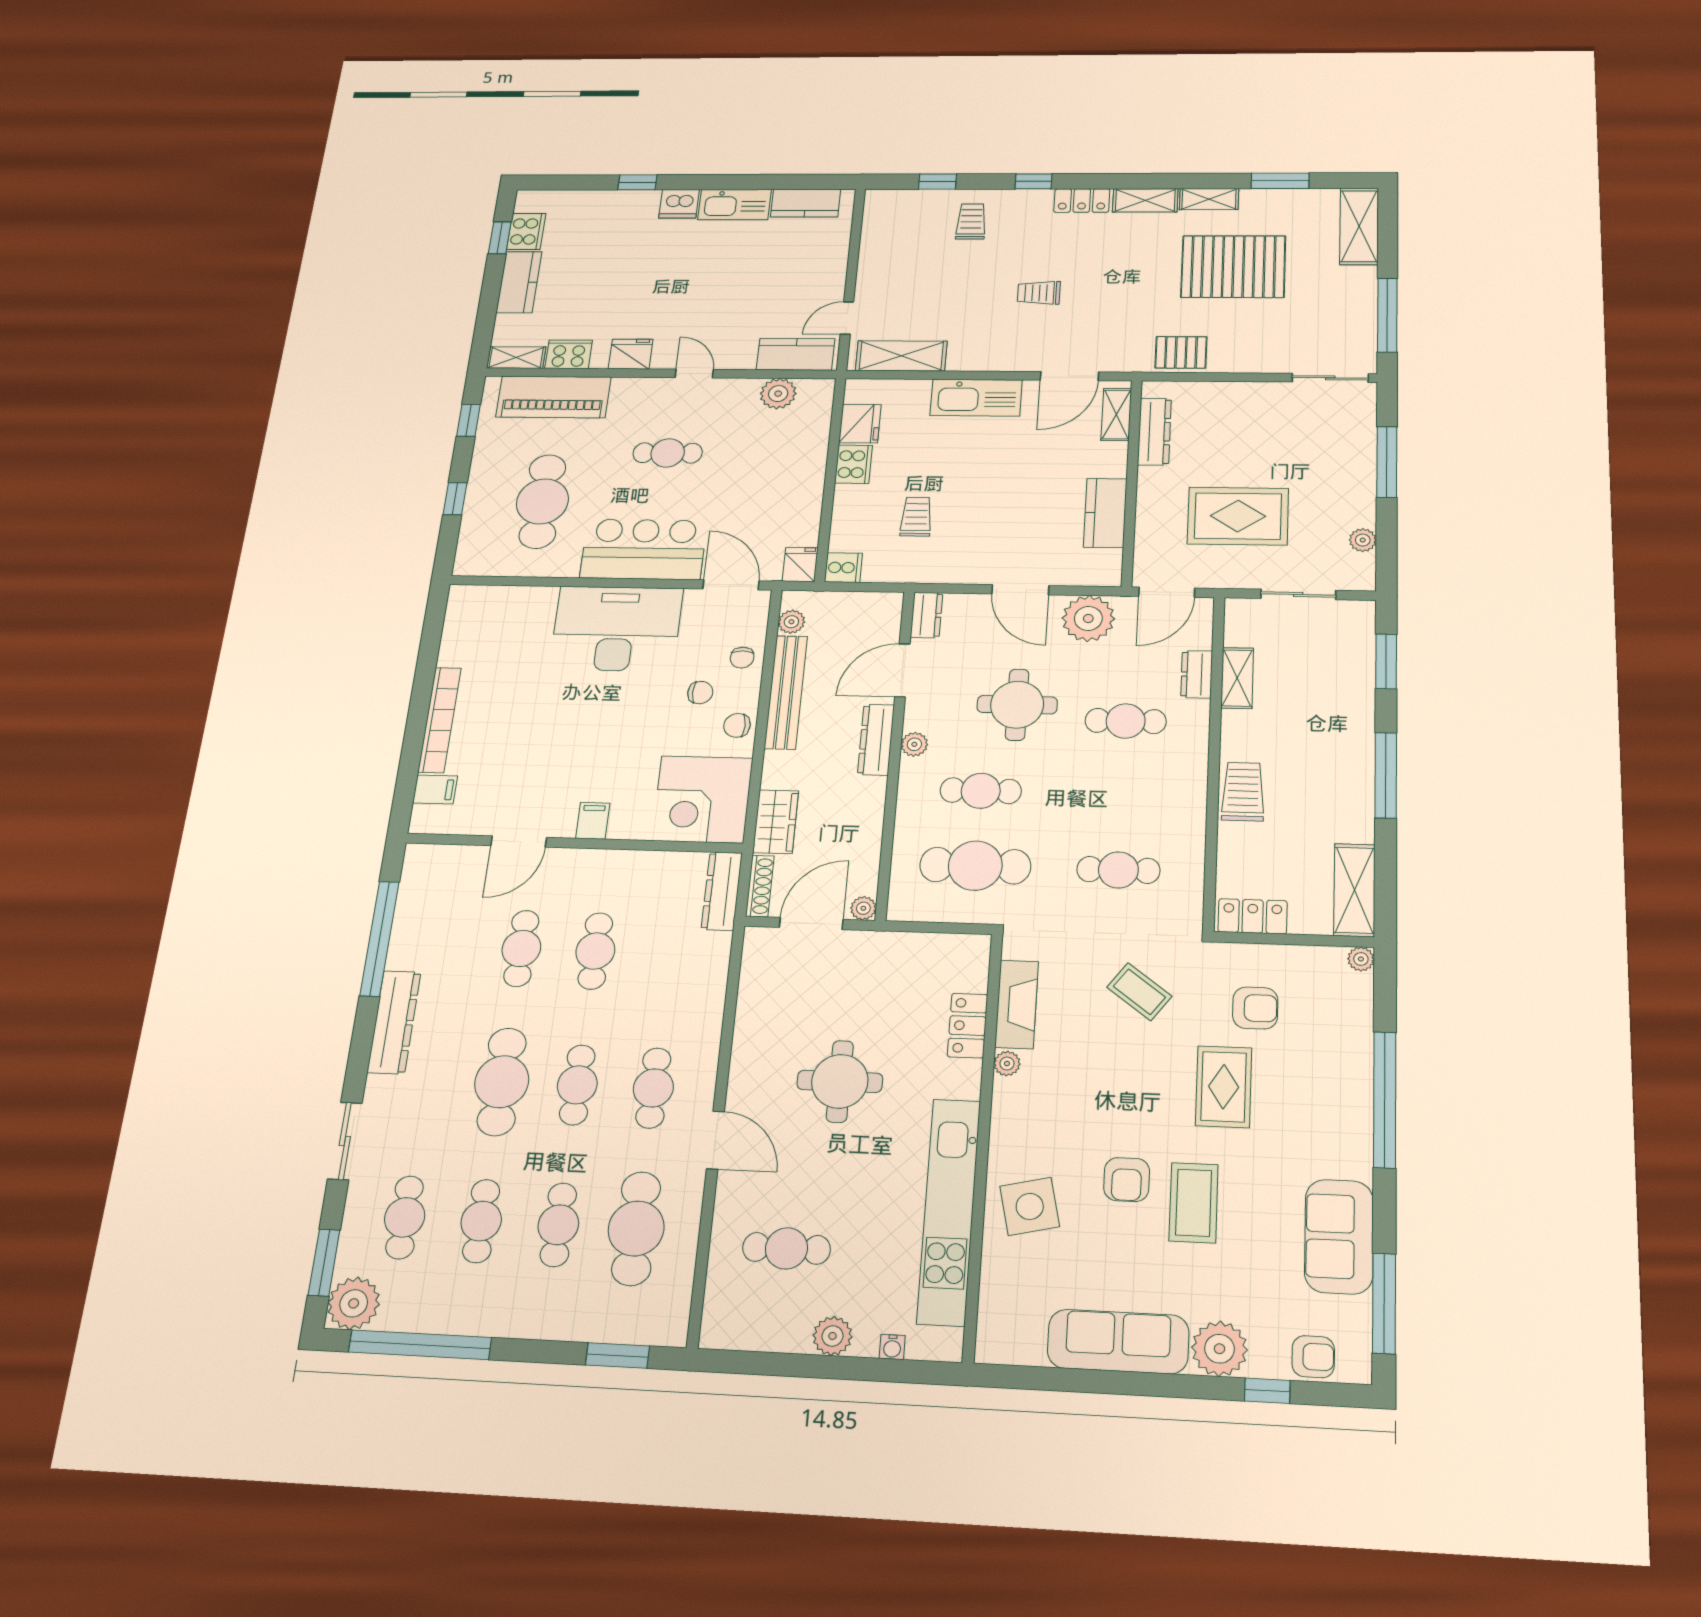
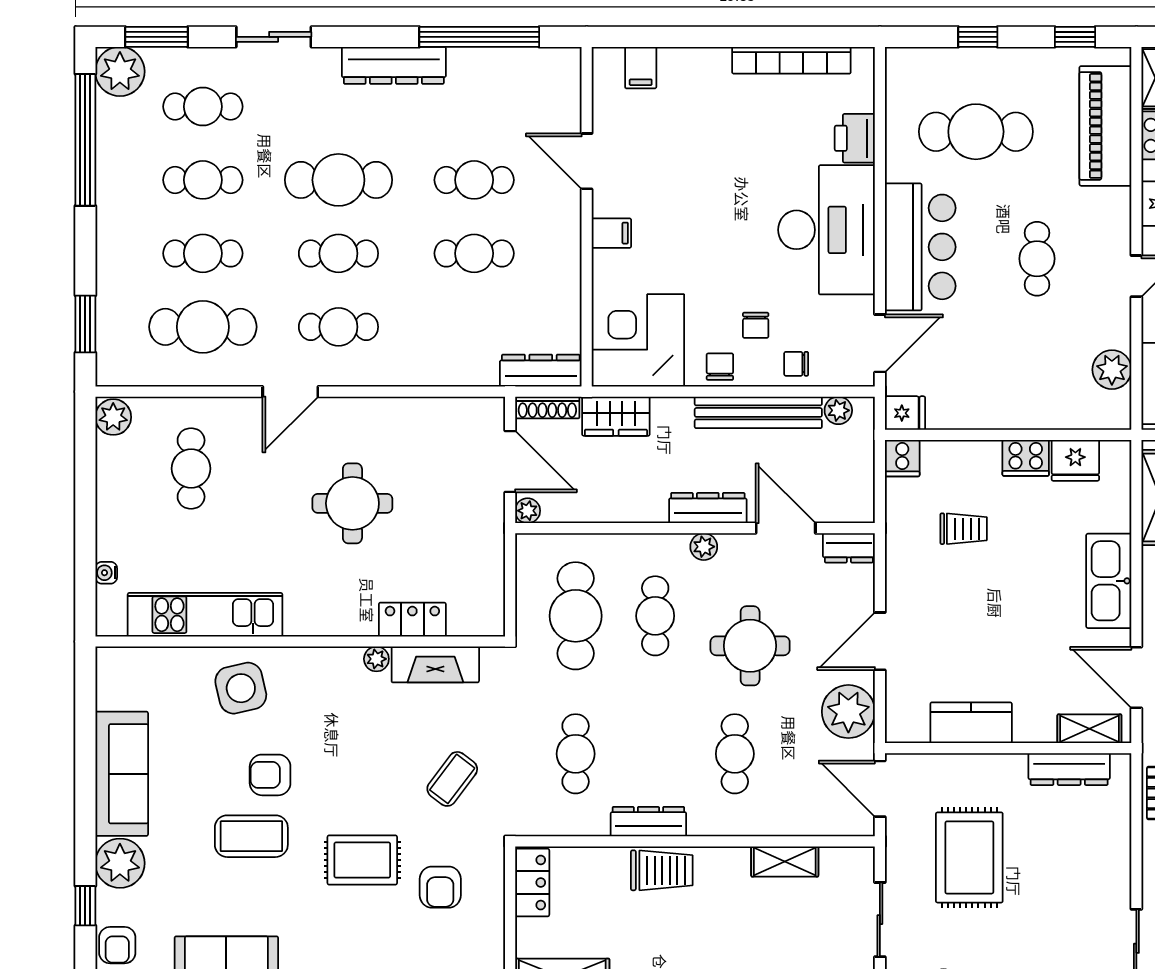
printer: (533, 603) -> (855, 138), added
dresser: (1197, 674) -> (648, 822), moved, width x1.44
bookcase: (440, 720) -> (791, 60), moved
kitchen unit: (949, 1211) -> (205, 615), width x0.73
plant: (833, 1336) -> (113, 417), moved

